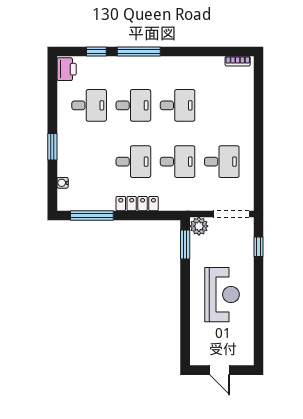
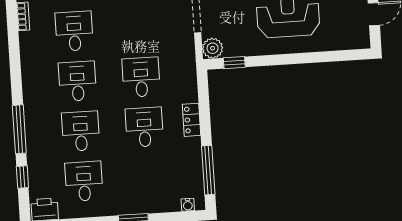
desk: (222, 162) -> (74, 31), moved
water cooler: (63, 183) -> (188, 205), moved
locker: (137, 204) -> (191, 120), width x0.66
window: (185, 244) -> (234, 63), width x0.67

